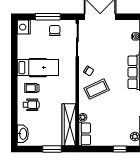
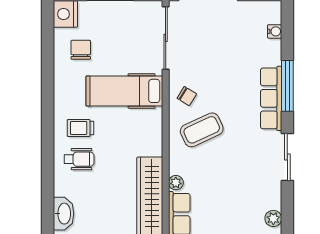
chair: (55, 30) -> (81, 50), moved
hospital bed: (38, 68) -> (124, 91), moved, turned 180

